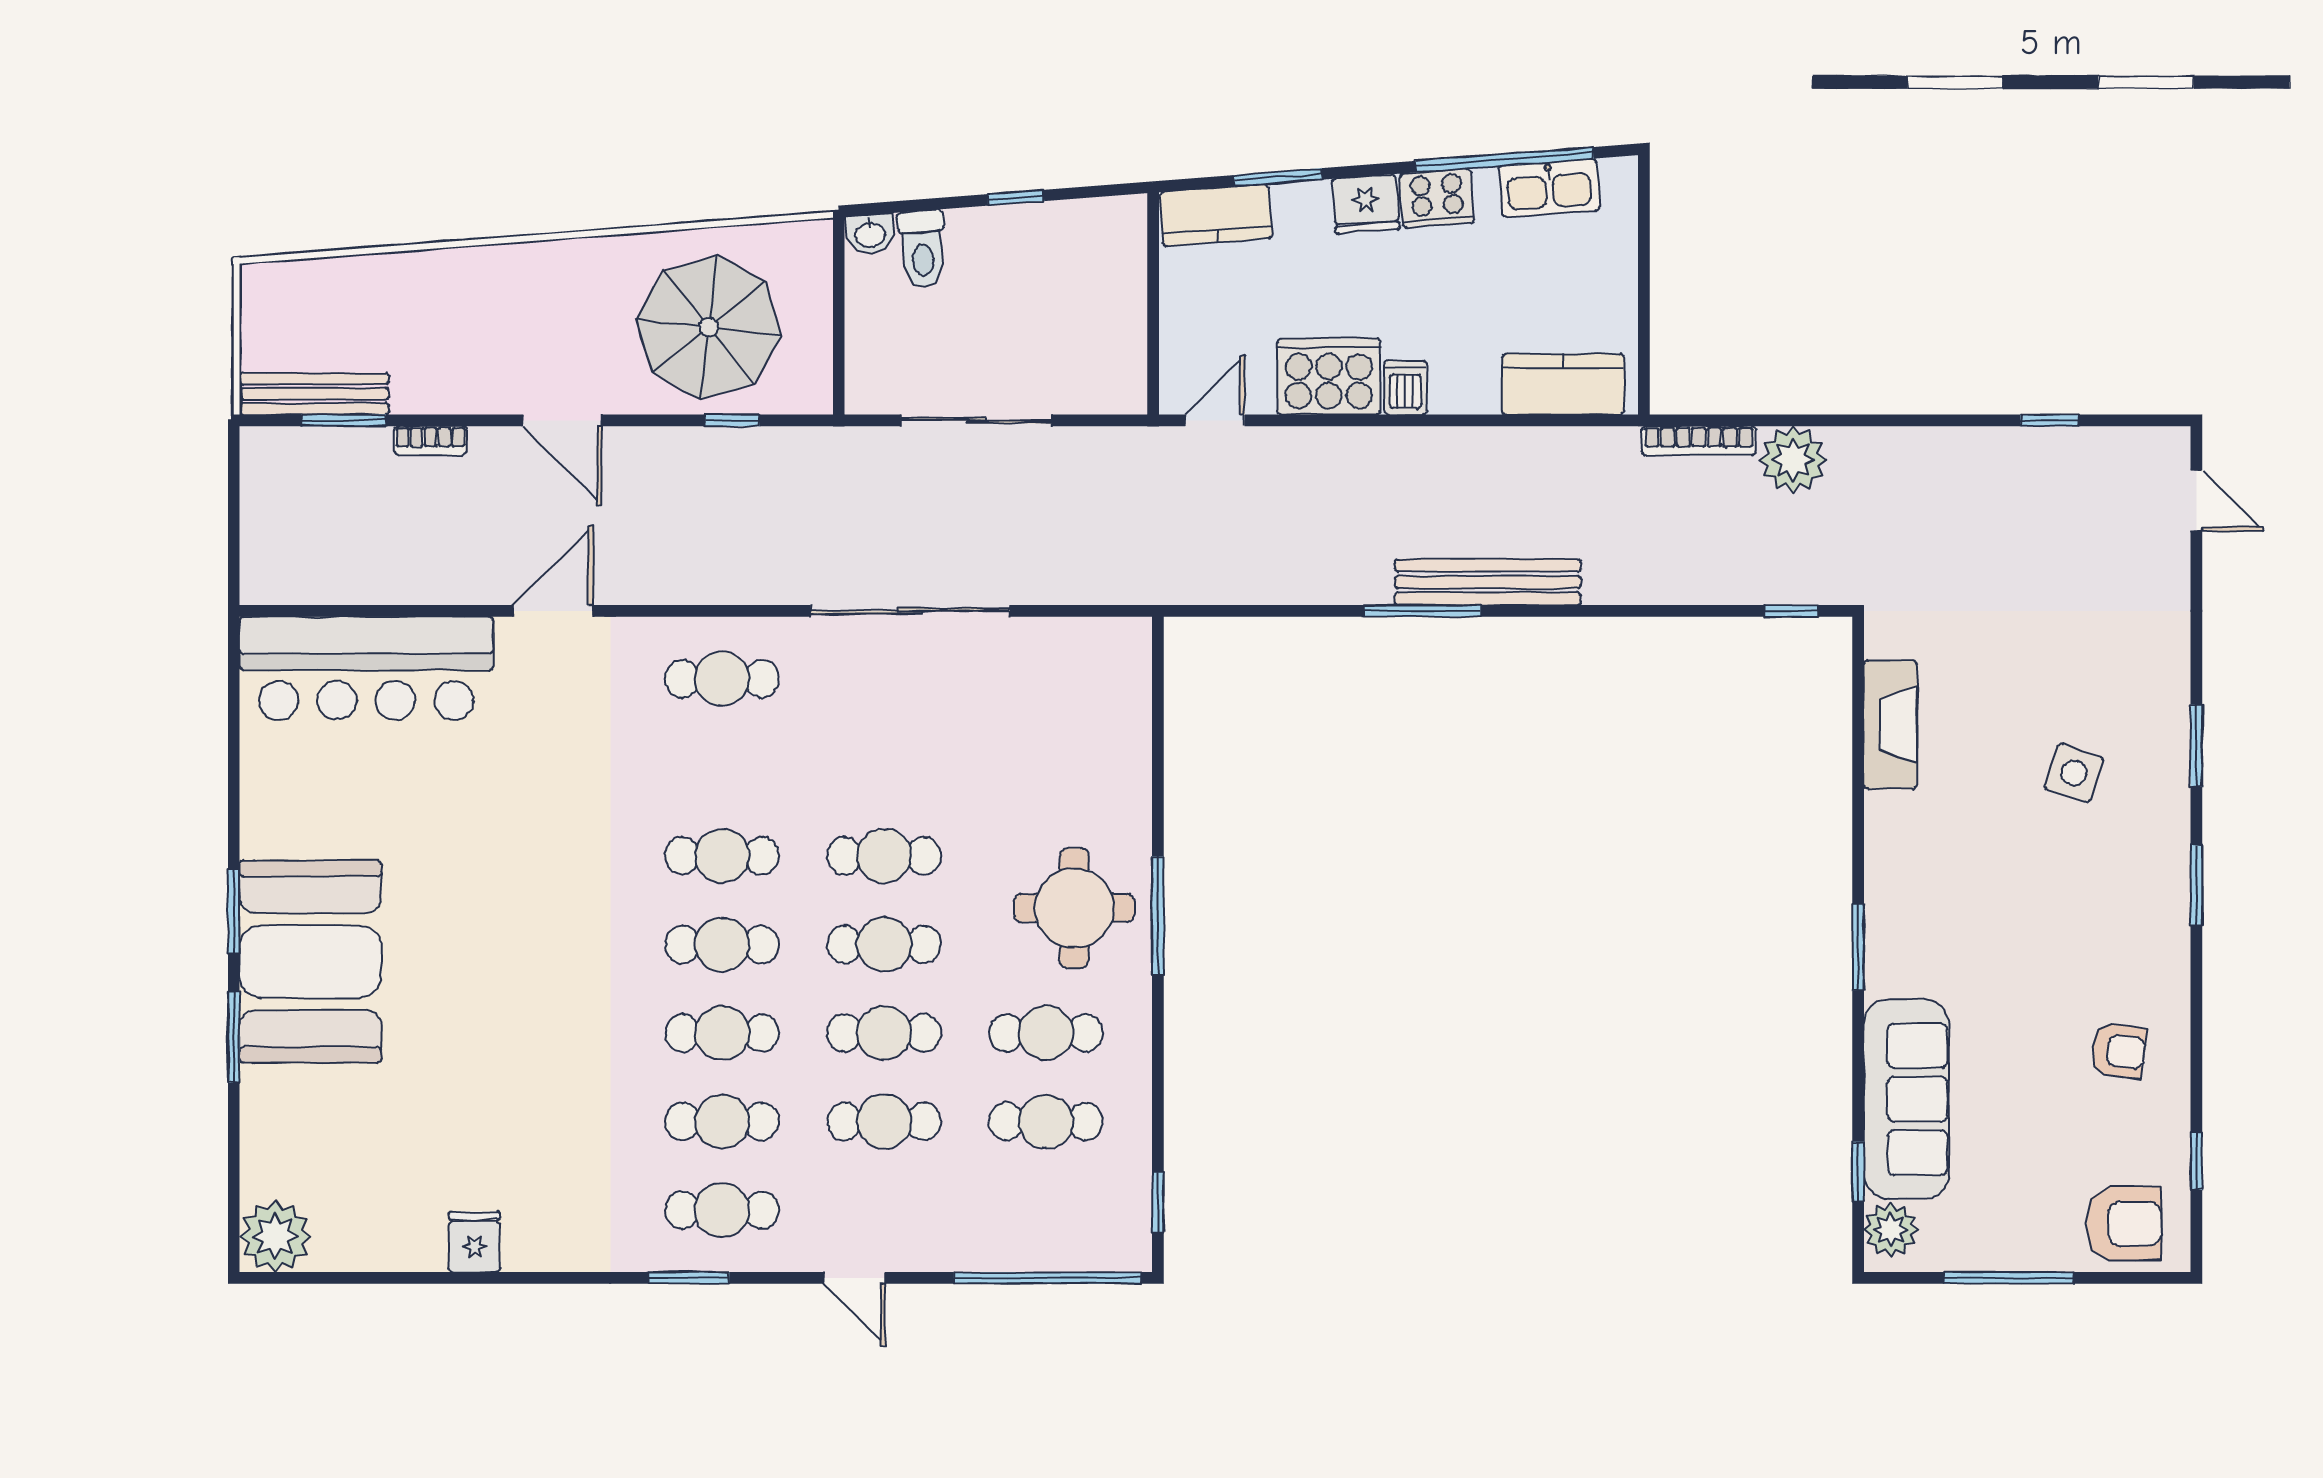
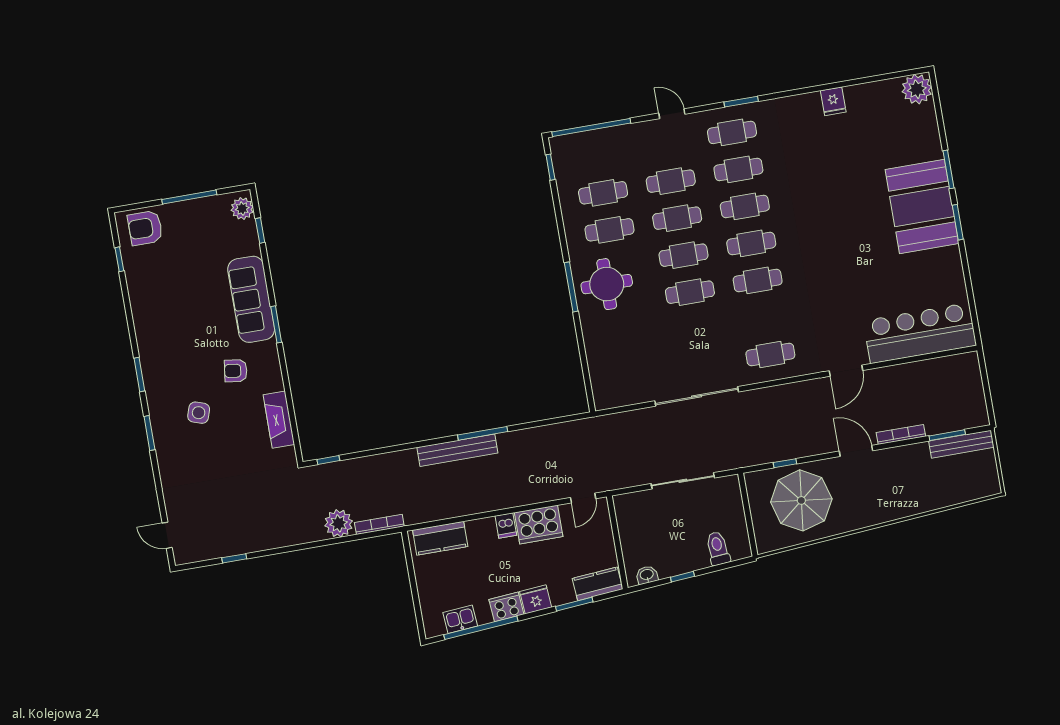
kitchen sink: (1549, 188) -> (460, 619), width x0.73
washbasin: (870, 234) -> (647, 575), moved
bookcase: (431, 441) -> (901, 434), width x1.56
armchair: (2119, 1051) -> (236, 371), moved
sofa: (1906, 1099) -> (251, 299), moved

